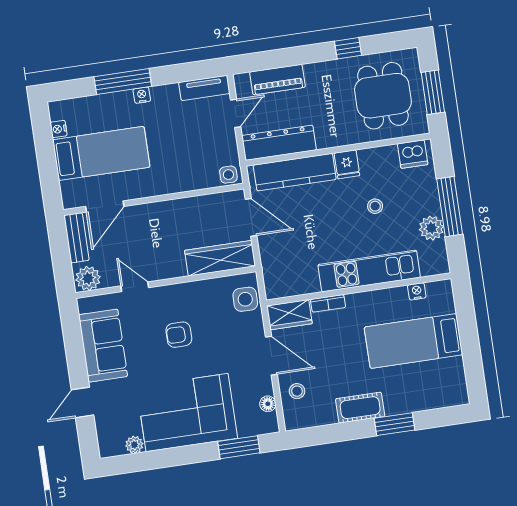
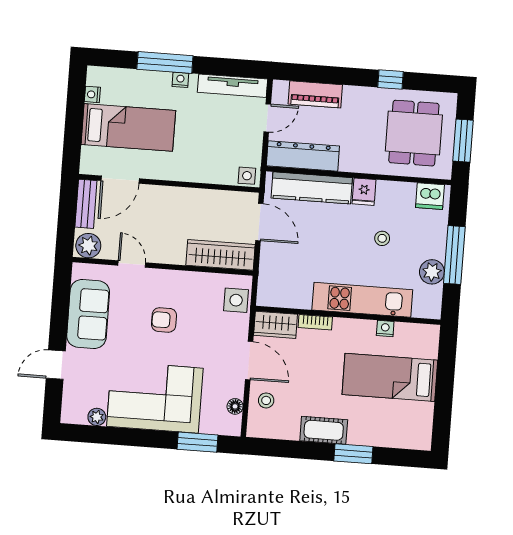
tv unit: (204, 88) -> (233, 86), width x1.41
nightstand: (417, 291) -> (385, 329), moved

